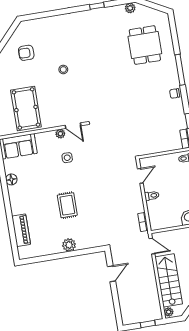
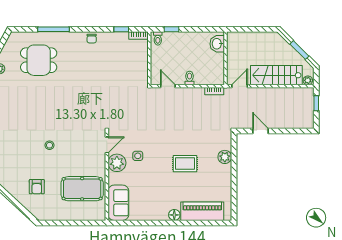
armchair: (26, 53) -> (37, 187), moved
window: (180, 70) -> (53, 29), moved
plant: (60, 134) -> (117, 163), width x1.88, depth x1.88
floor lamp: (11, 179) -> (174, 215), moved
piano: (21, 230) -> (202, 211), width x1.37, depth x1.33
plant: (69, 245) -> (225, 157), moved

